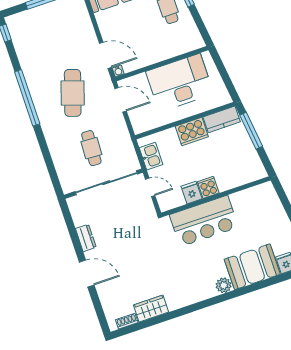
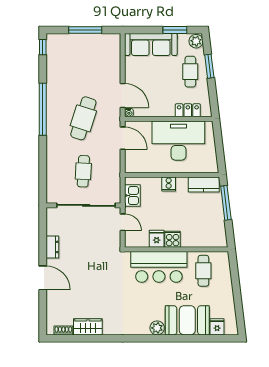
locker: (179, 48) -> (188, 110), added
cooker: (192, 132) -> (169, 184), width x0.53, depth x0.76
cafe table: (252, 209) -> (203, 271), added

